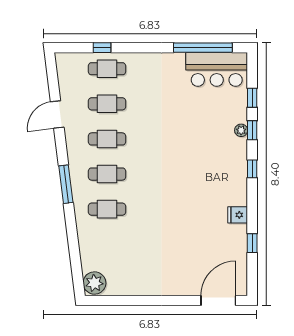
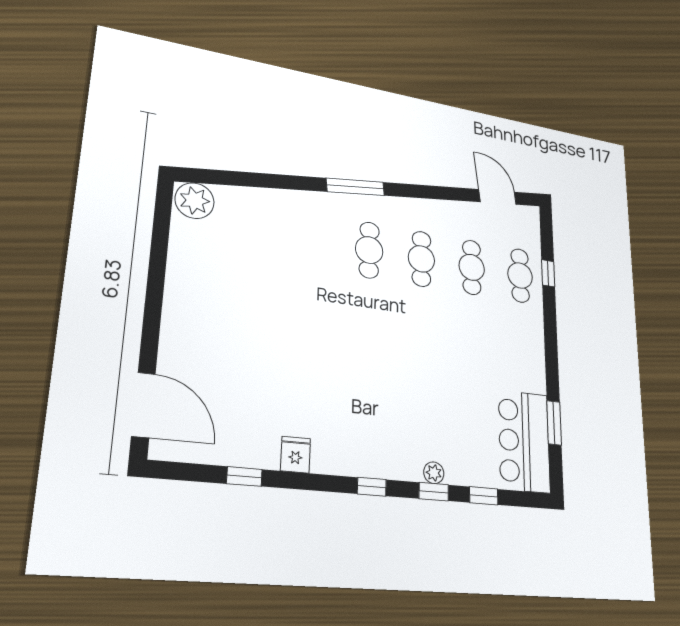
window: (203, 48) -> (554, 423), width x0.47
door: (57, 114) -> (498, 197), moved
cafe table: (107, 209) -> (315, 241), removed

